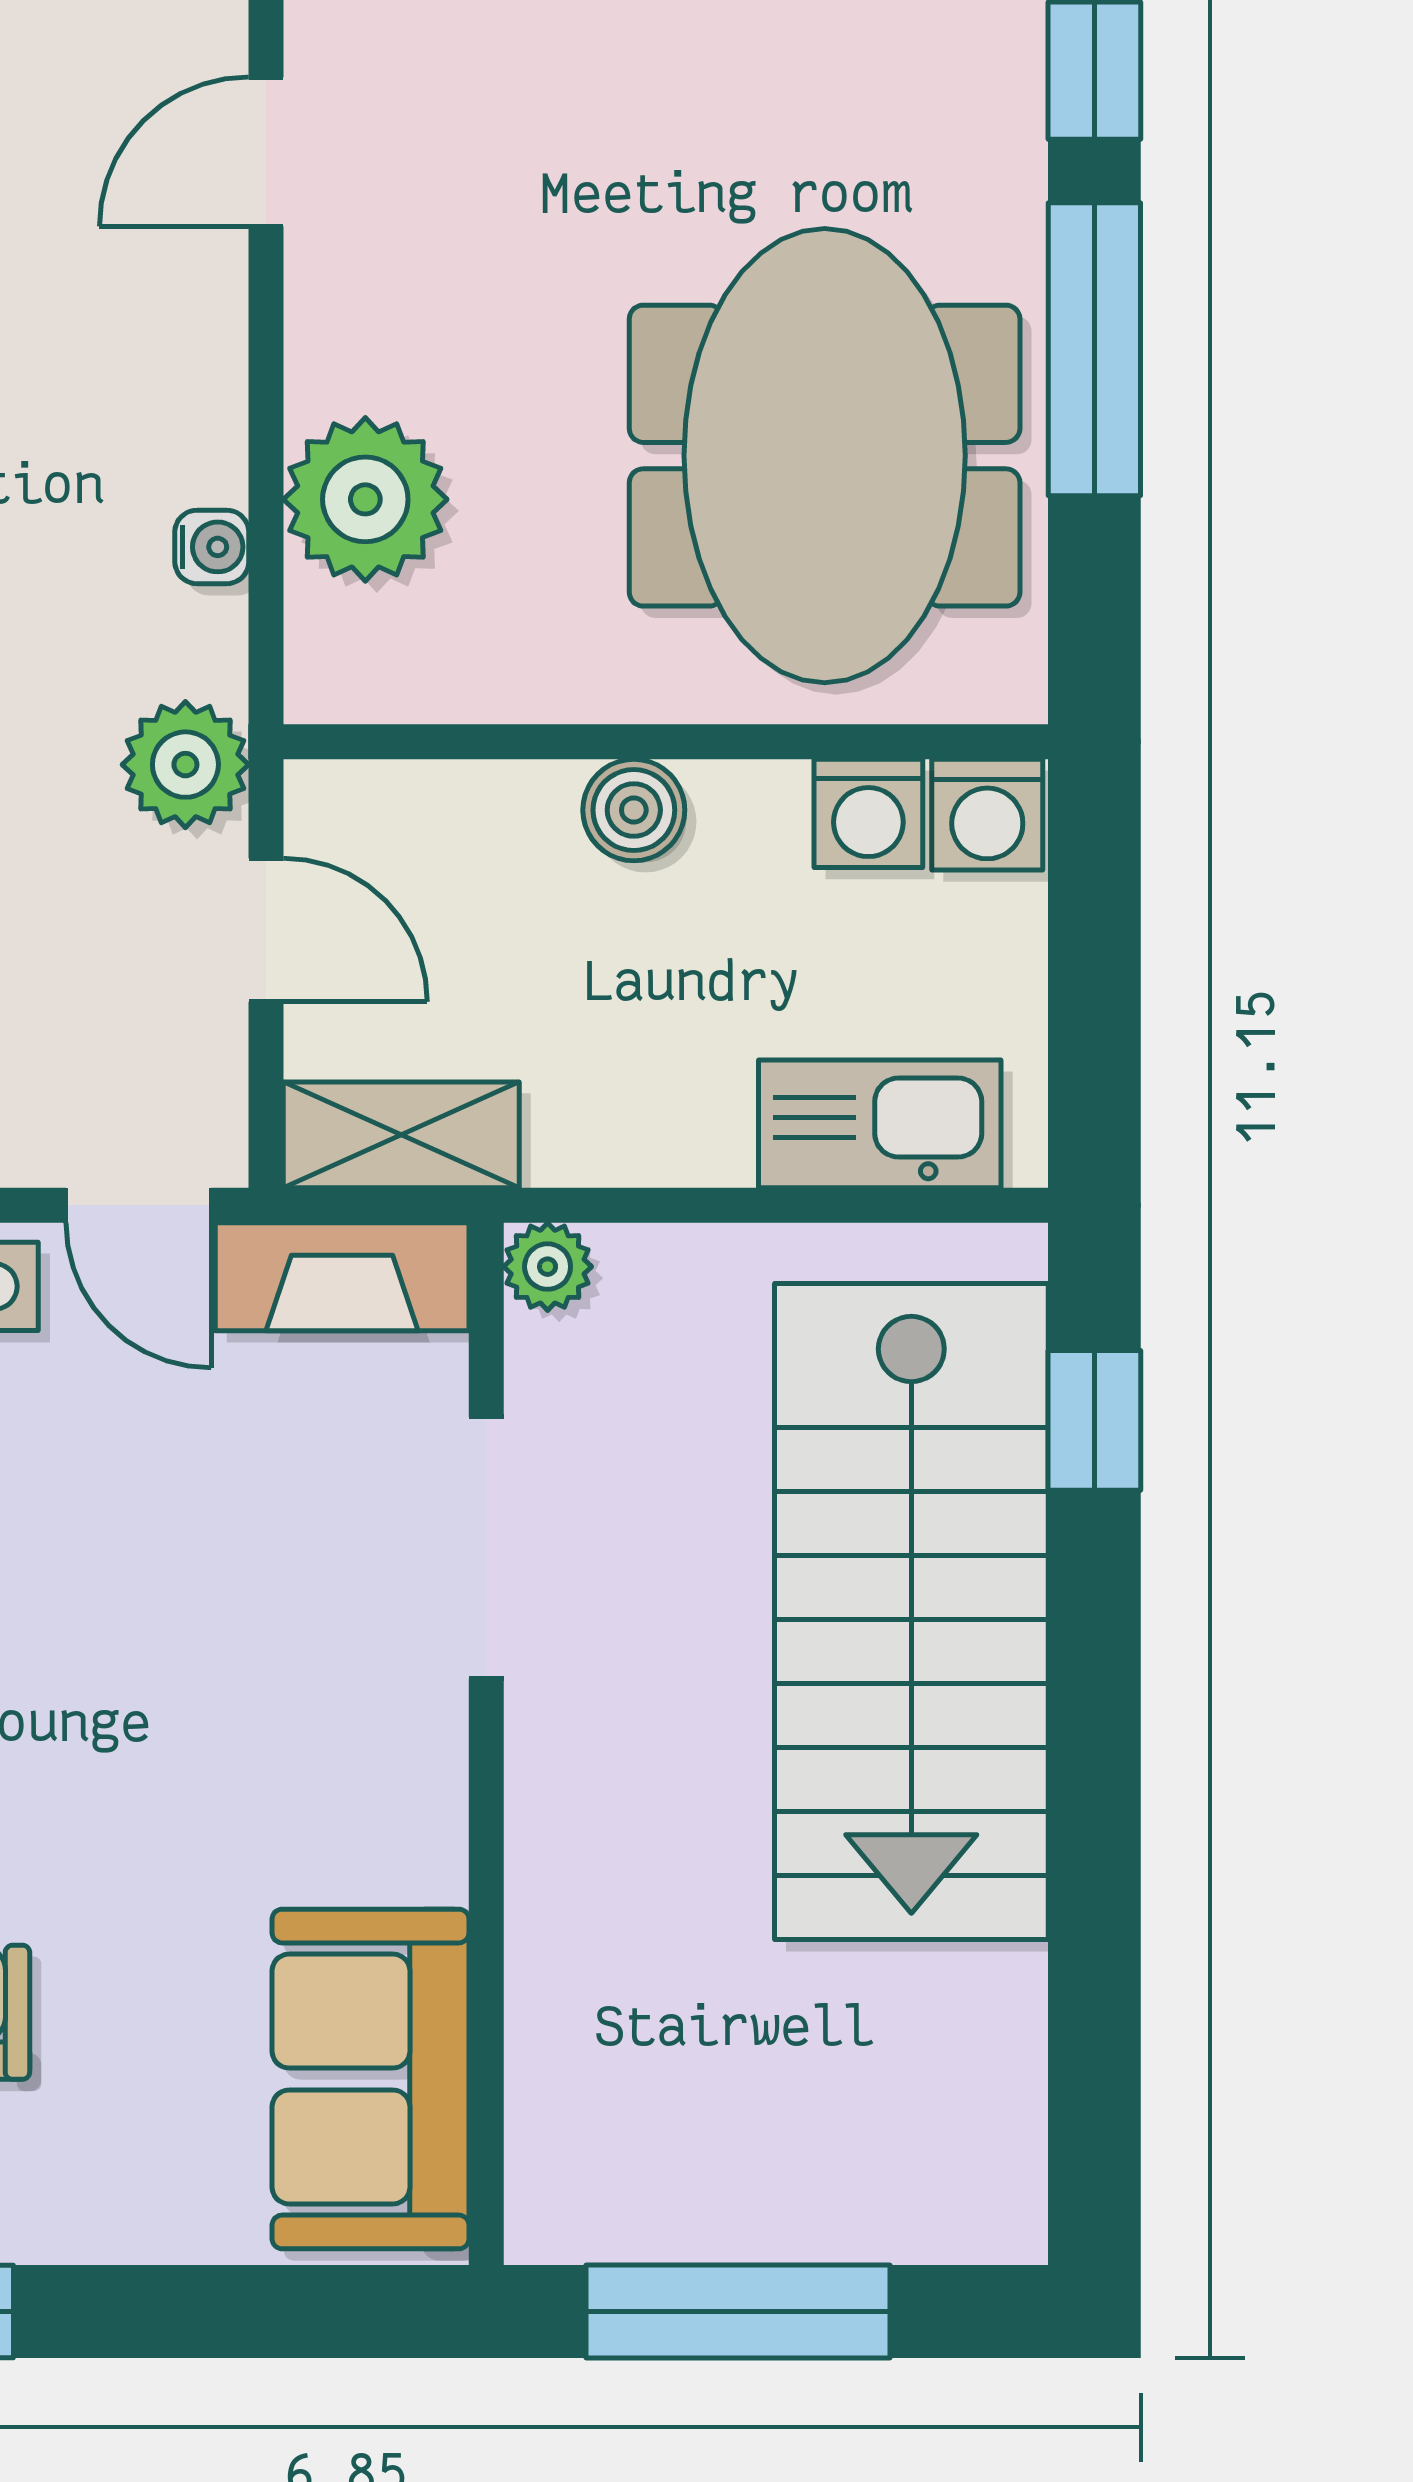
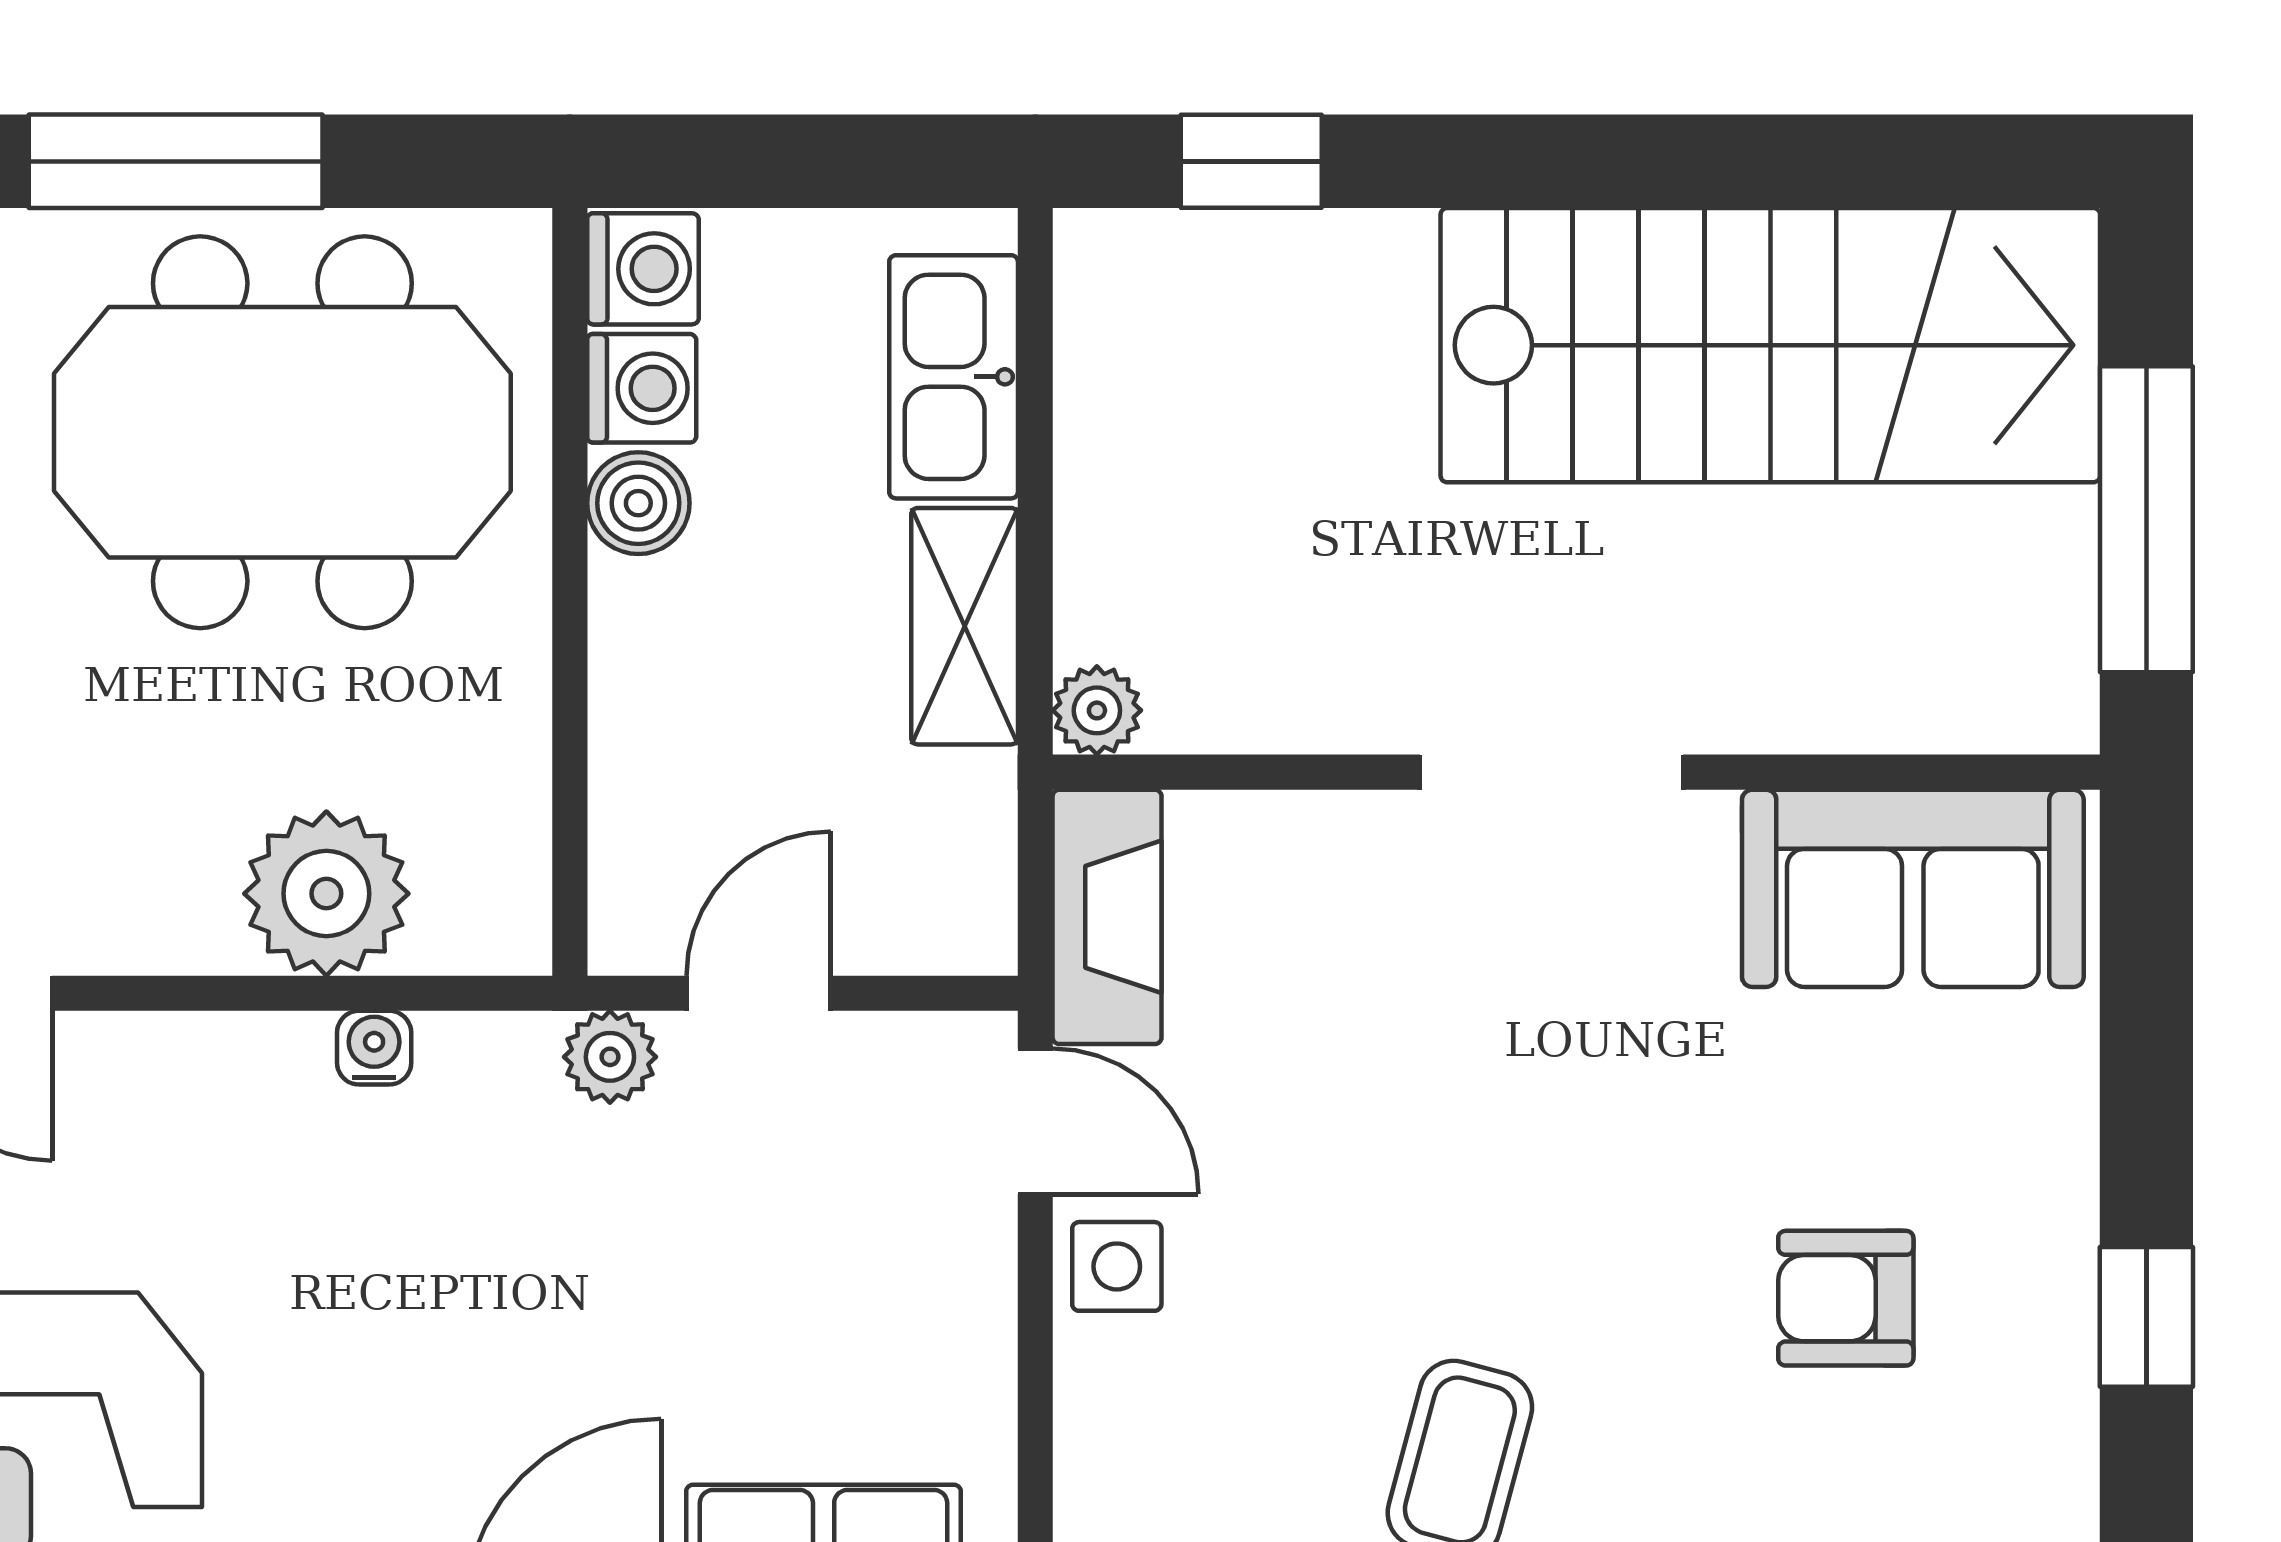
plant: (185, 765) -> (610, 1057), width x0.73, depth x0.73
boiler: (634, 810) -> (638, 503), moved
shelving: (401, 1135) -> (965, 626), moved
door: (138, 1205) -> (1035, 1121), hinge flipped
doorway: (486, 1548) -> (1551, 772), moved
stairs: (911, 1612) -> (1770, 345), moved

